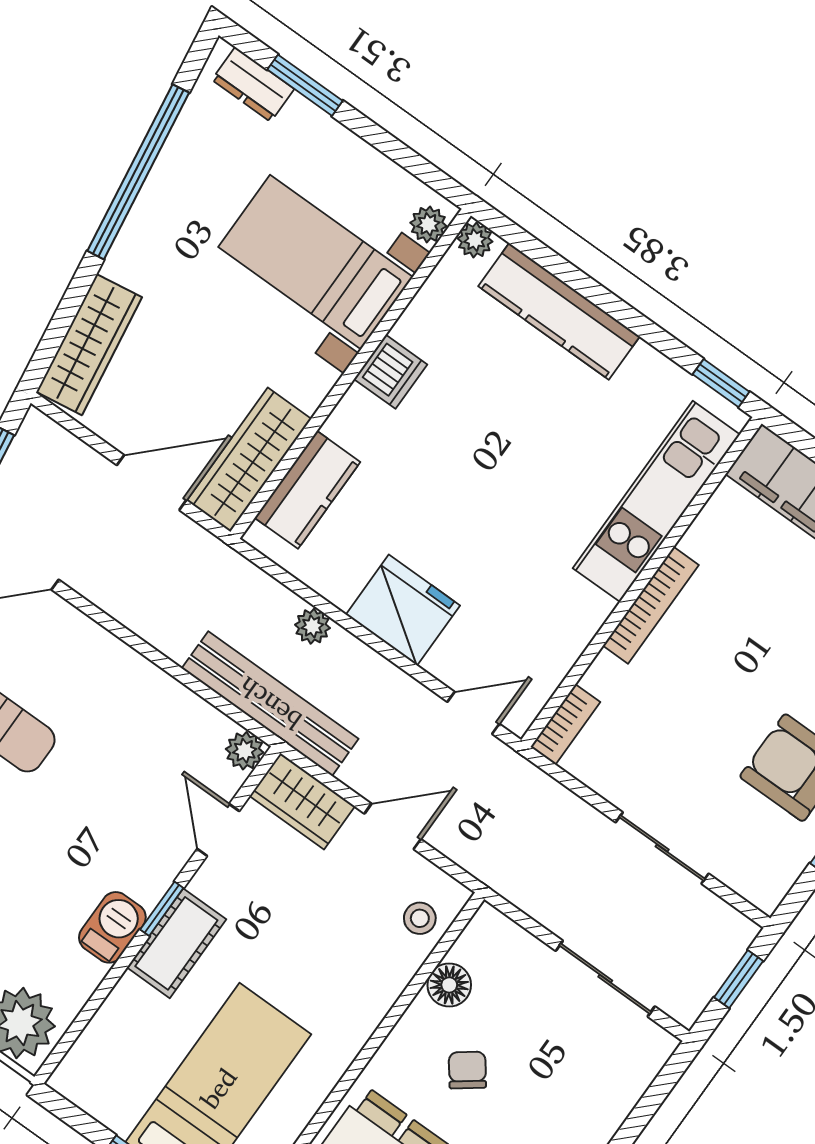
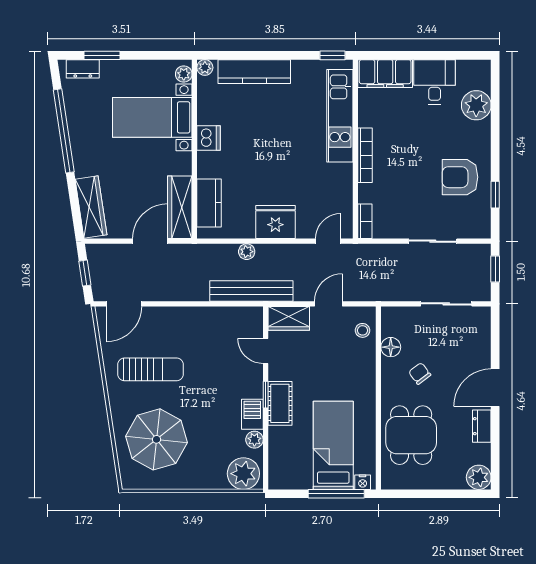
plant: (245, 751) -> (254, 440), moved

